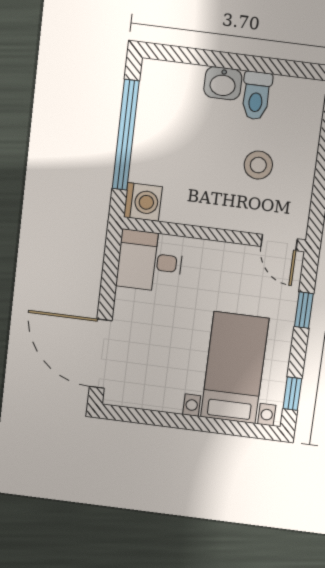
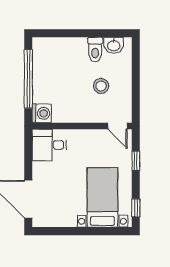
washbasin: (223, 83) -> (114, 45), moved

